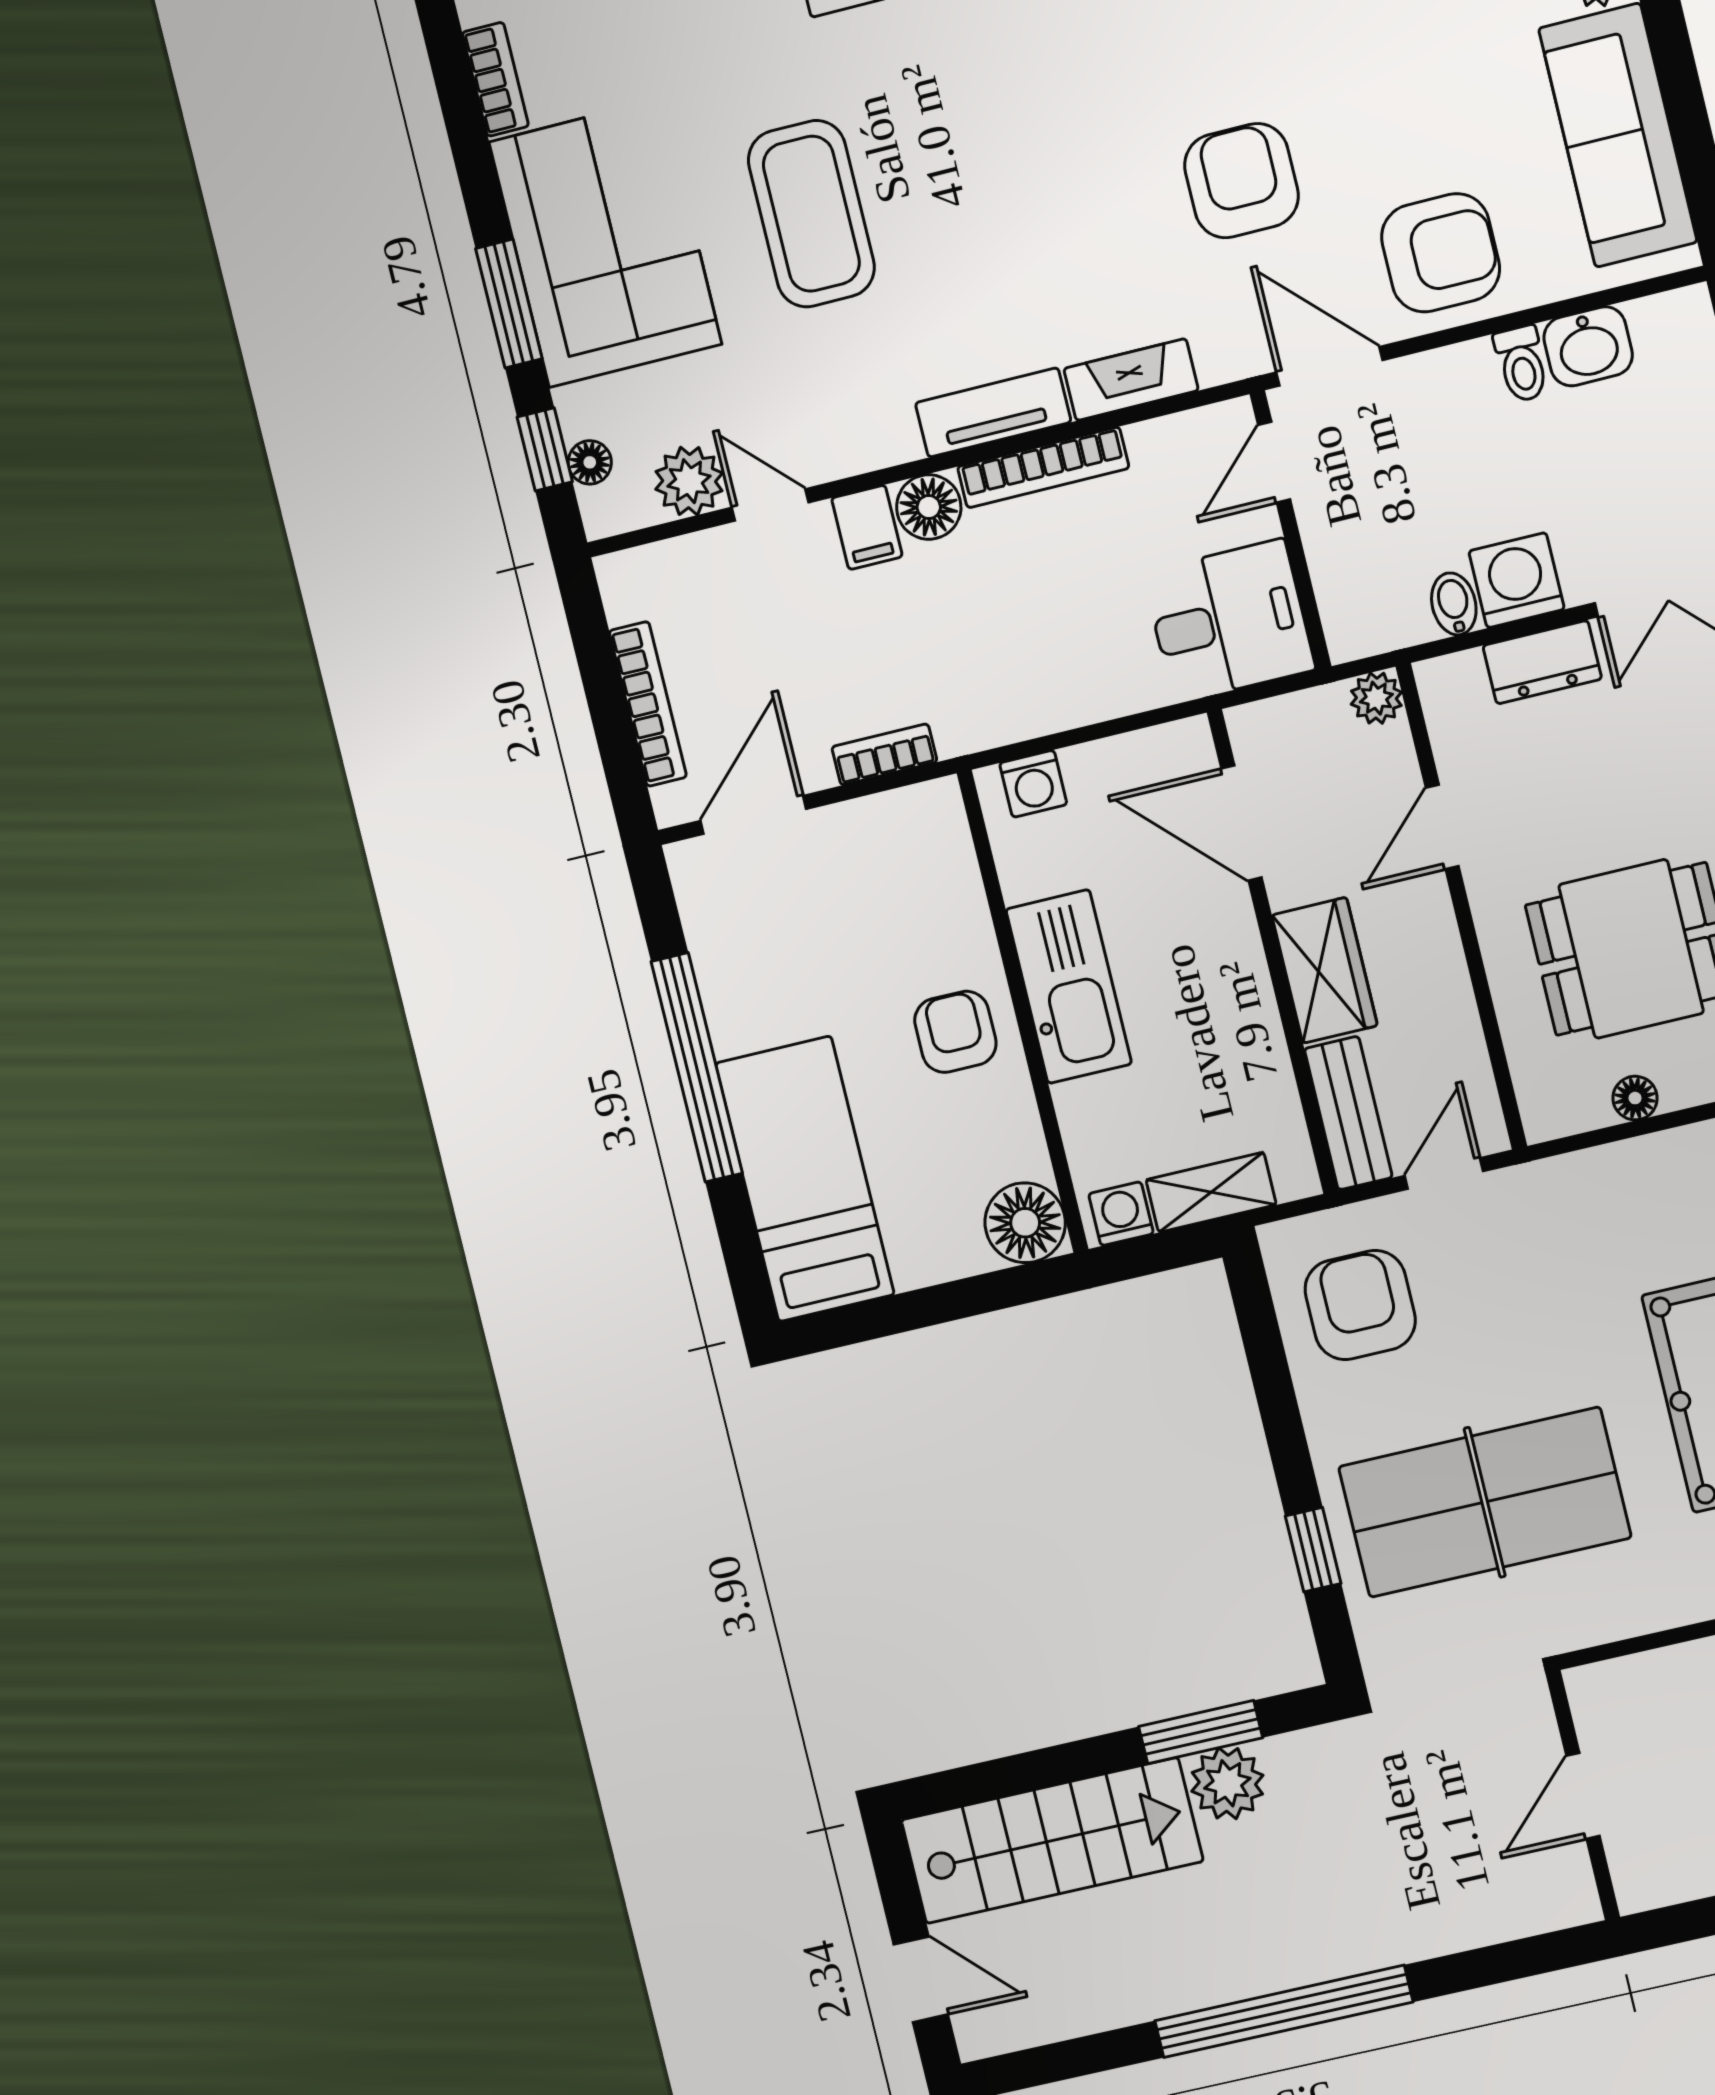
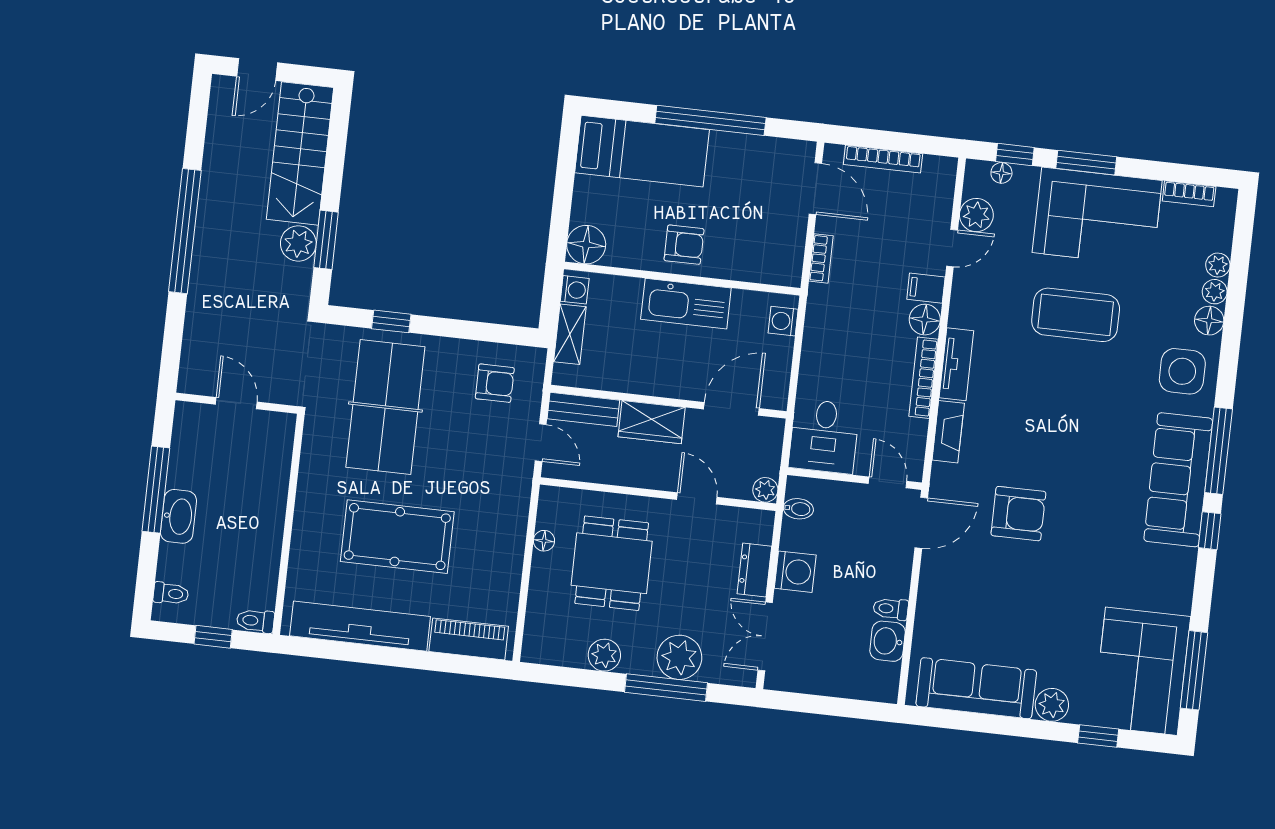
armchair: (1441, 253) -> (953, 591), removed
bidet: (1454, 604) -> (798, 509), moved
armchair: (1360, 1305) -> (495, 383), width x0.72, depth x0.72

